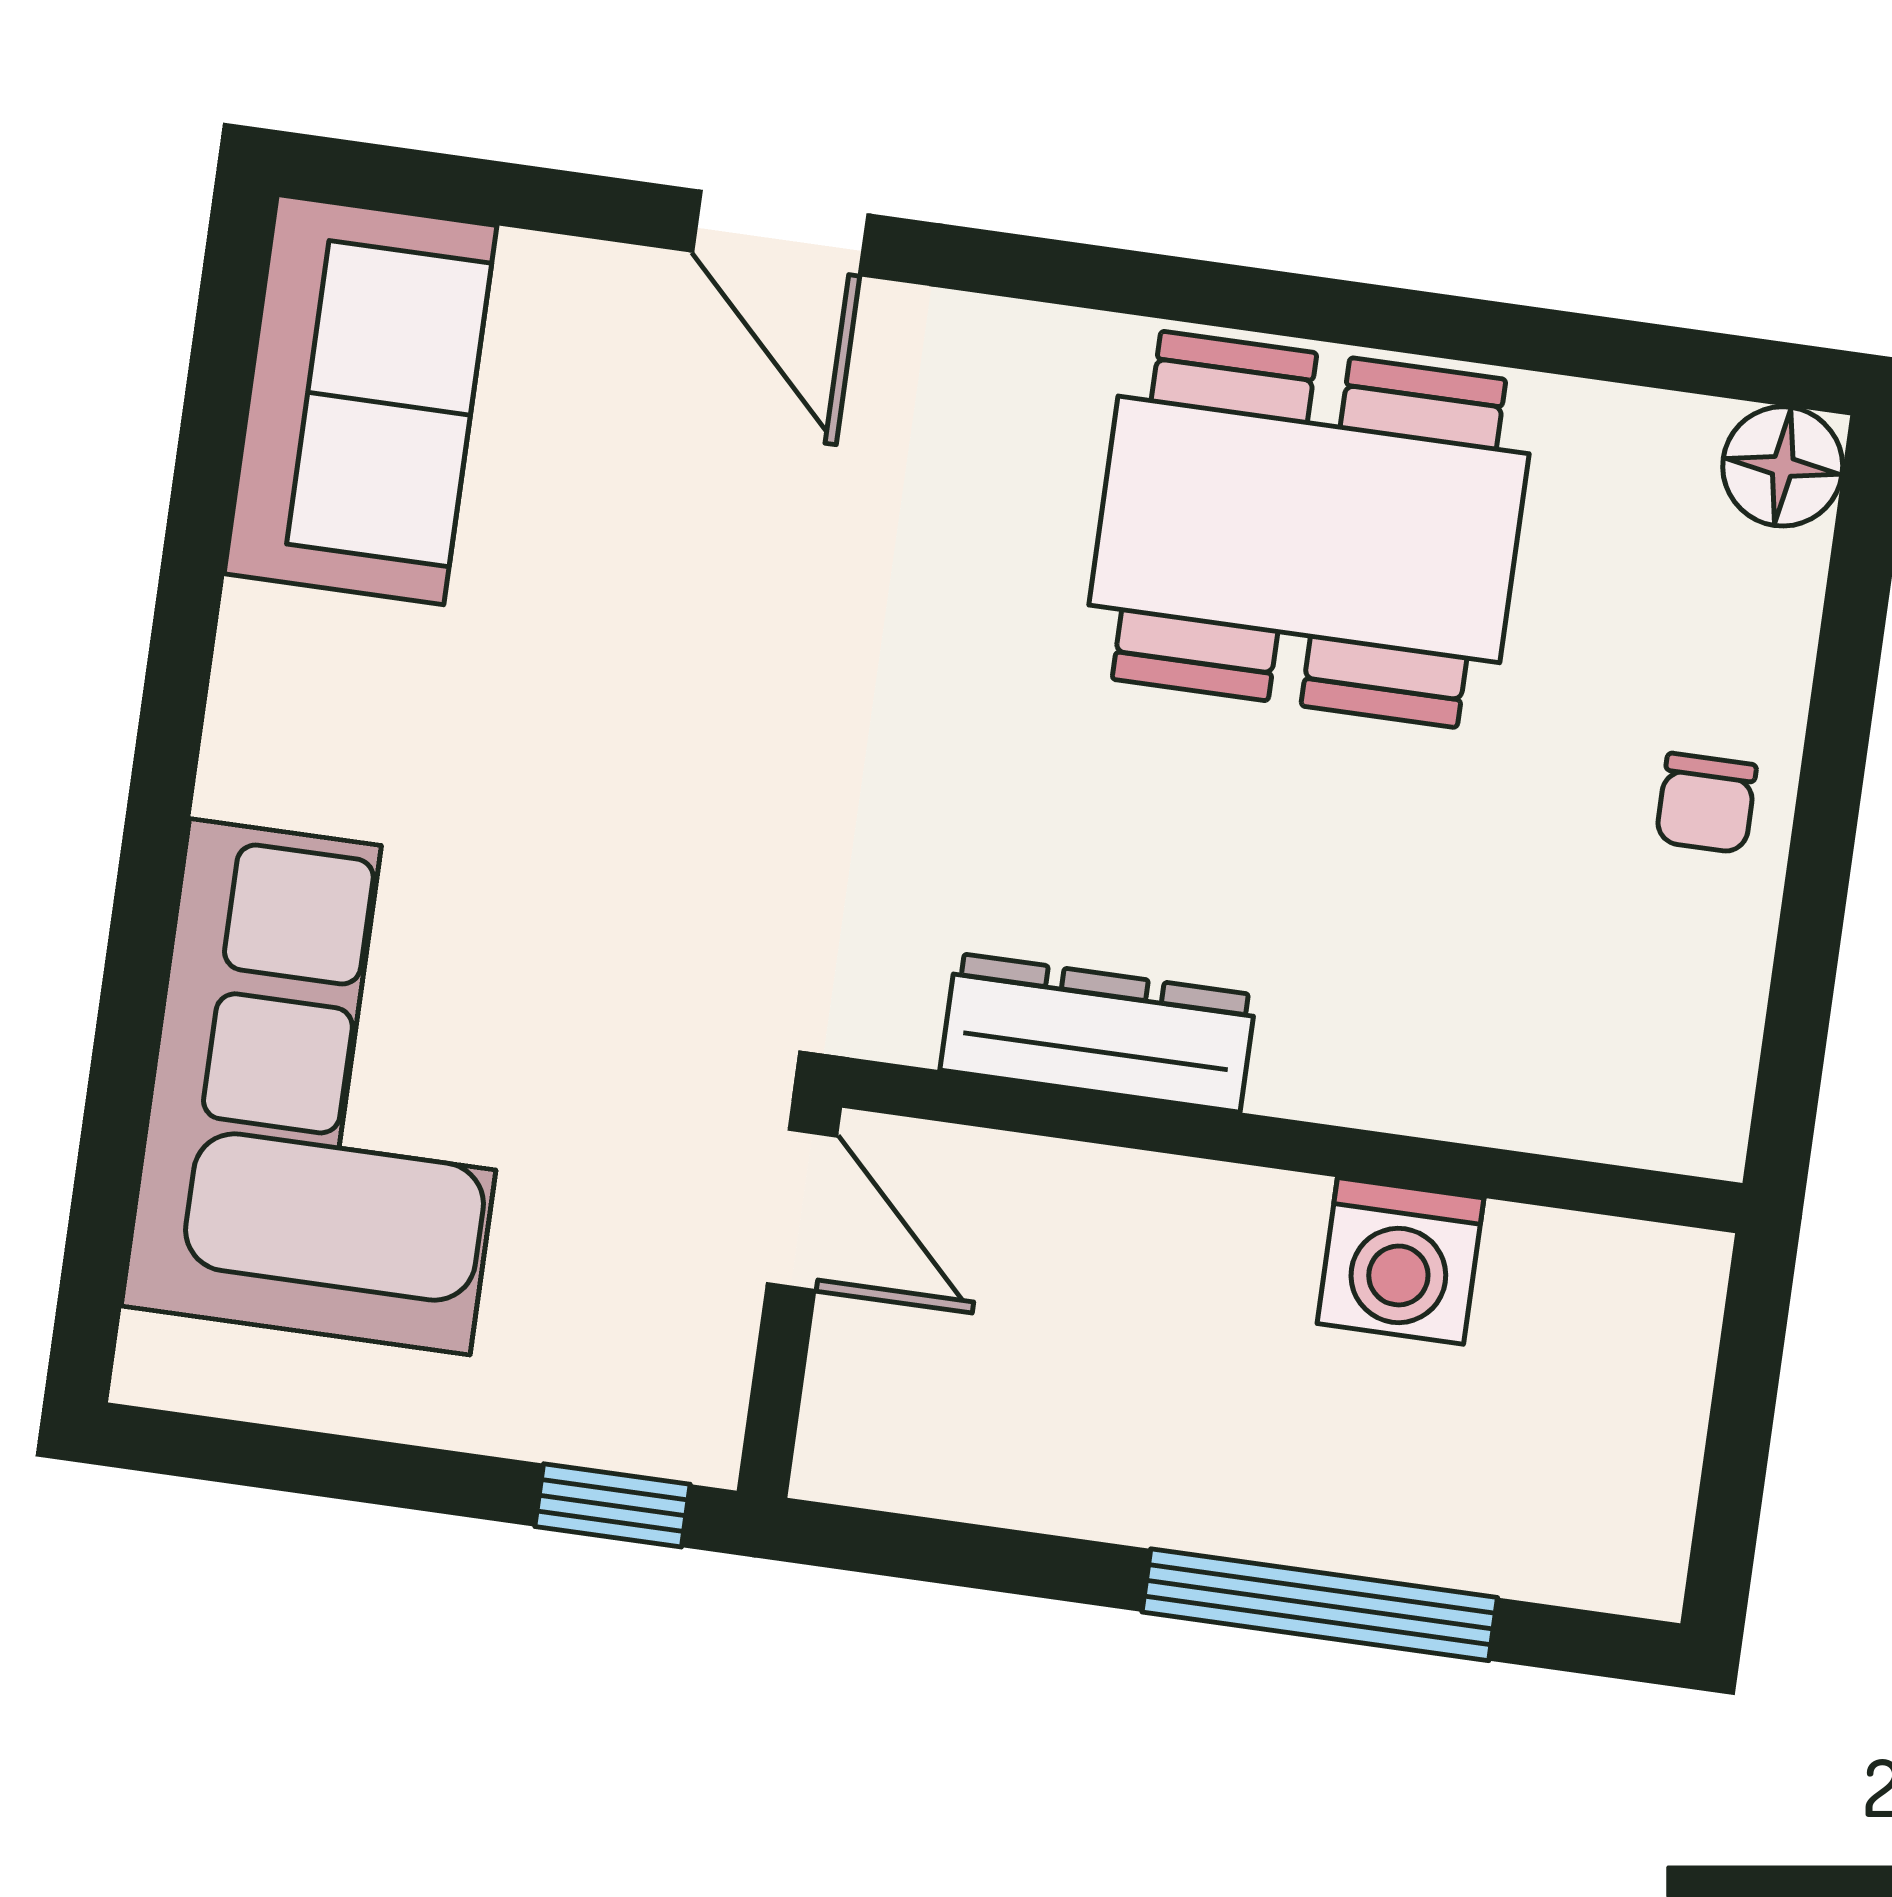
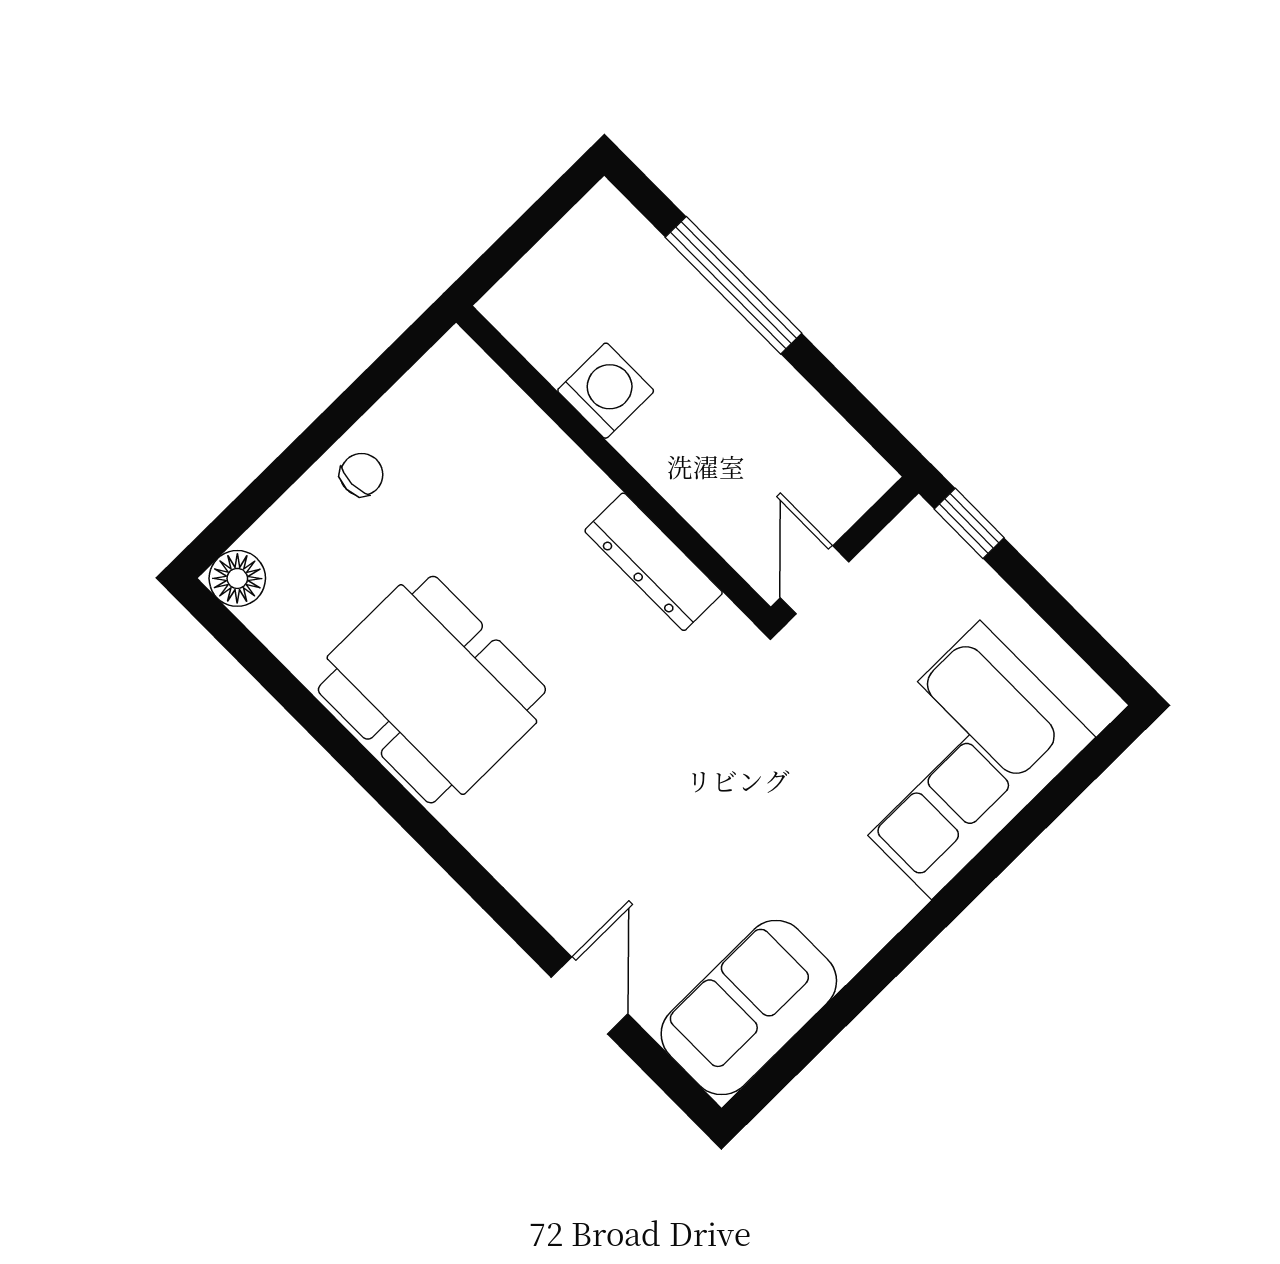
door: (780, 233) -> (590, 996), moved

